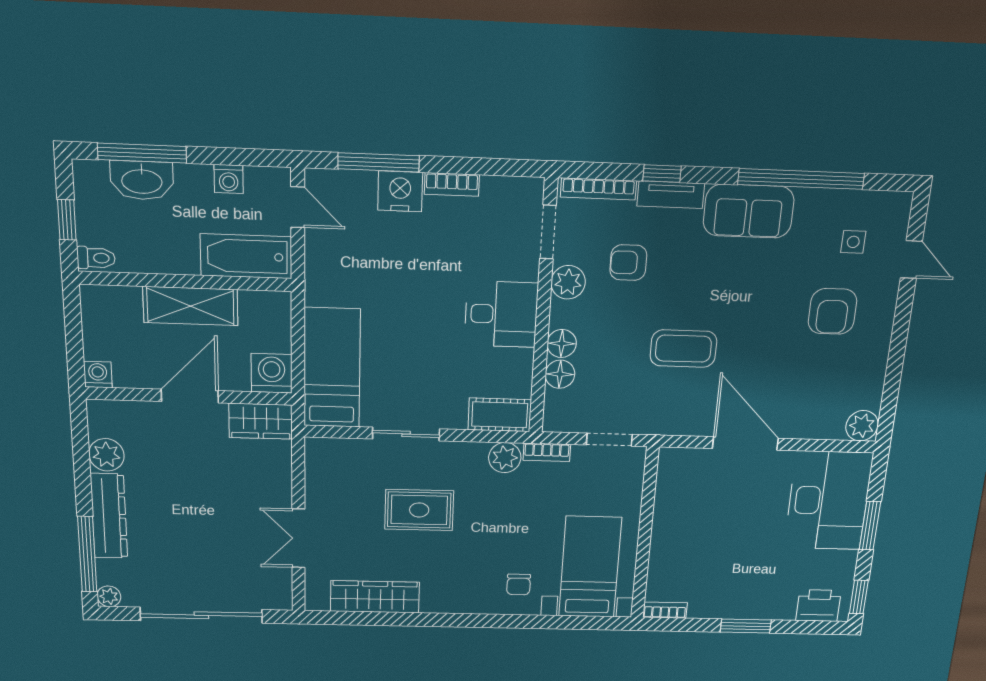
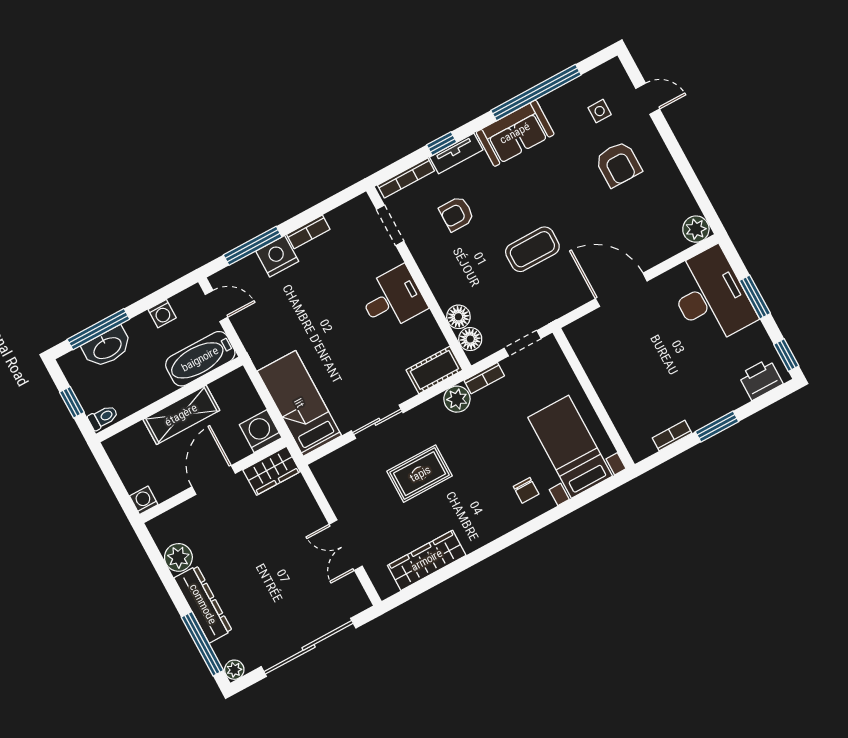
plant: (568, 282) -> (424, 251), removed
floor lamp: (562, 343) -> (470, 339), moved
bookcase: (665, 610) -> (672, 435), moved

